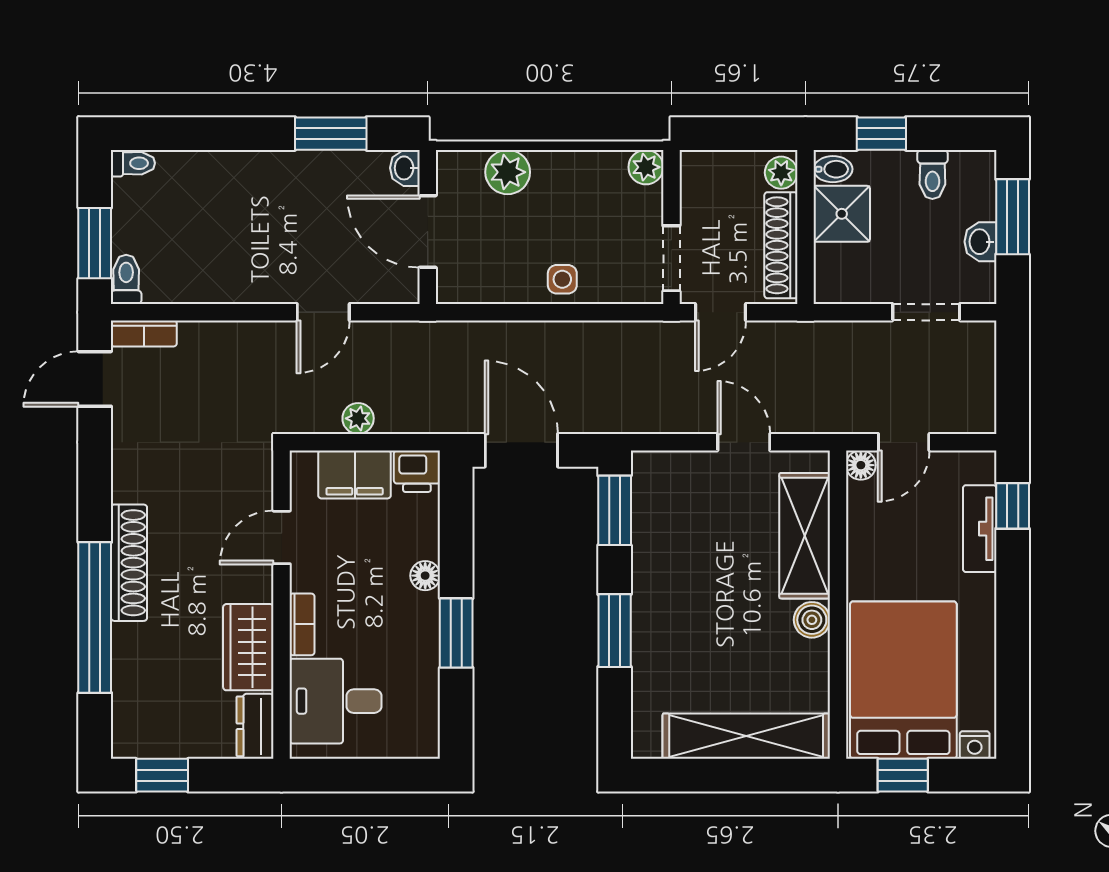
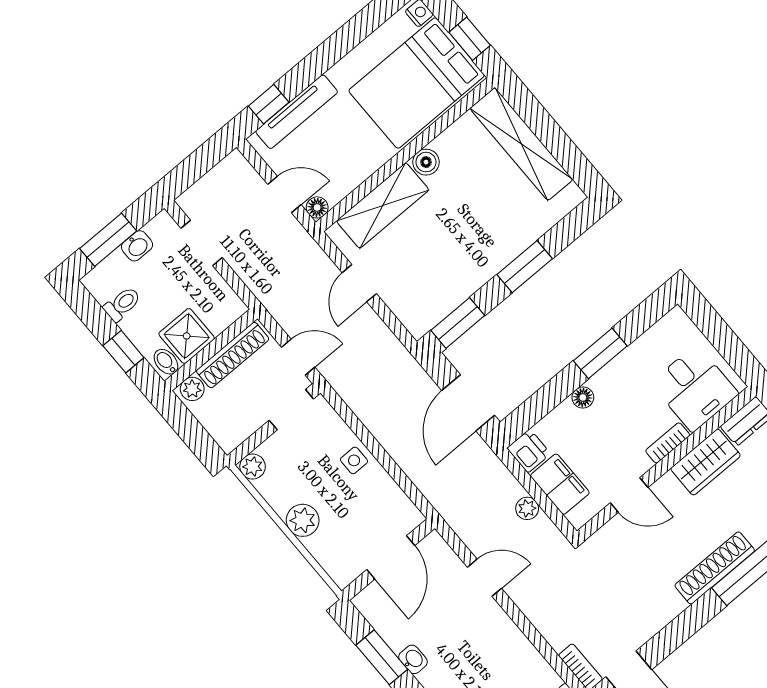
washbasin: (405, 168) -> (413, 659), moved, turned -90
plant: (508, 172) -> (303, 520), moved
tv unit: (980, 529) -> (297, 112), width x1.41

